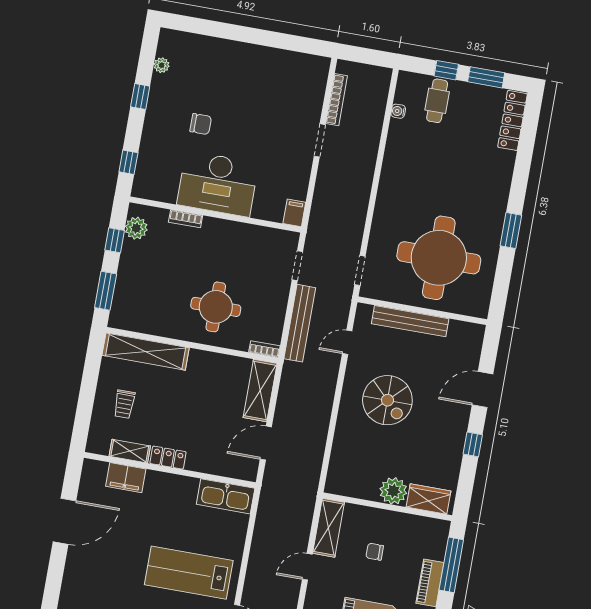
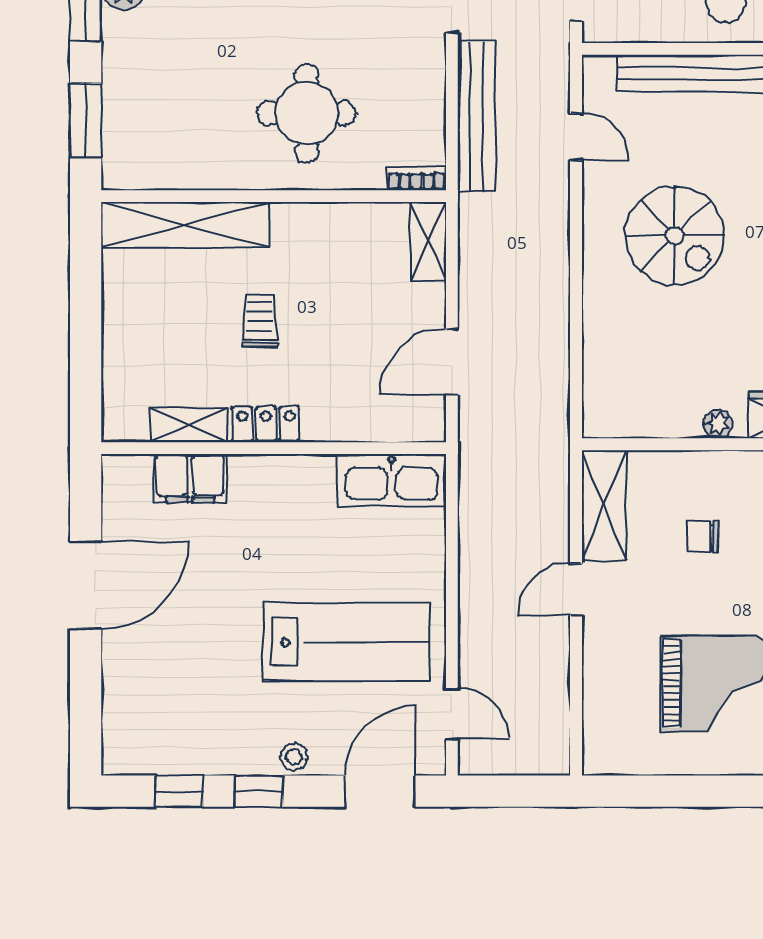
door: (347, 342) -> (576, 137), swing flipped
shelving: (260, 390) -> (428, 241), width x0.67, depth x0.75
trolley: (124, 404) -> (260, 321), moved, turned 180
plant: (393, 491) -> (718, 424), width x0.53, depth x0.53
lab bench: (189, 573) -> (346, 642), turned 180

